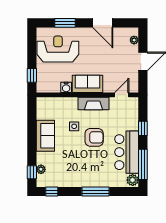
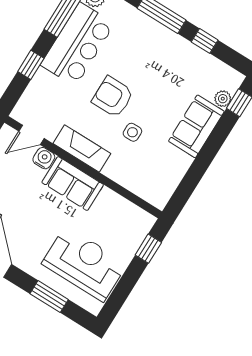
reception desk: (58, 49) -> (84, 264), turned 180
water cooler: (66, 87) -> (44, 158), moved
sofa: (45, 136) -> (196, 126), moved
window: (52, 192) -> (205, 41), moved

